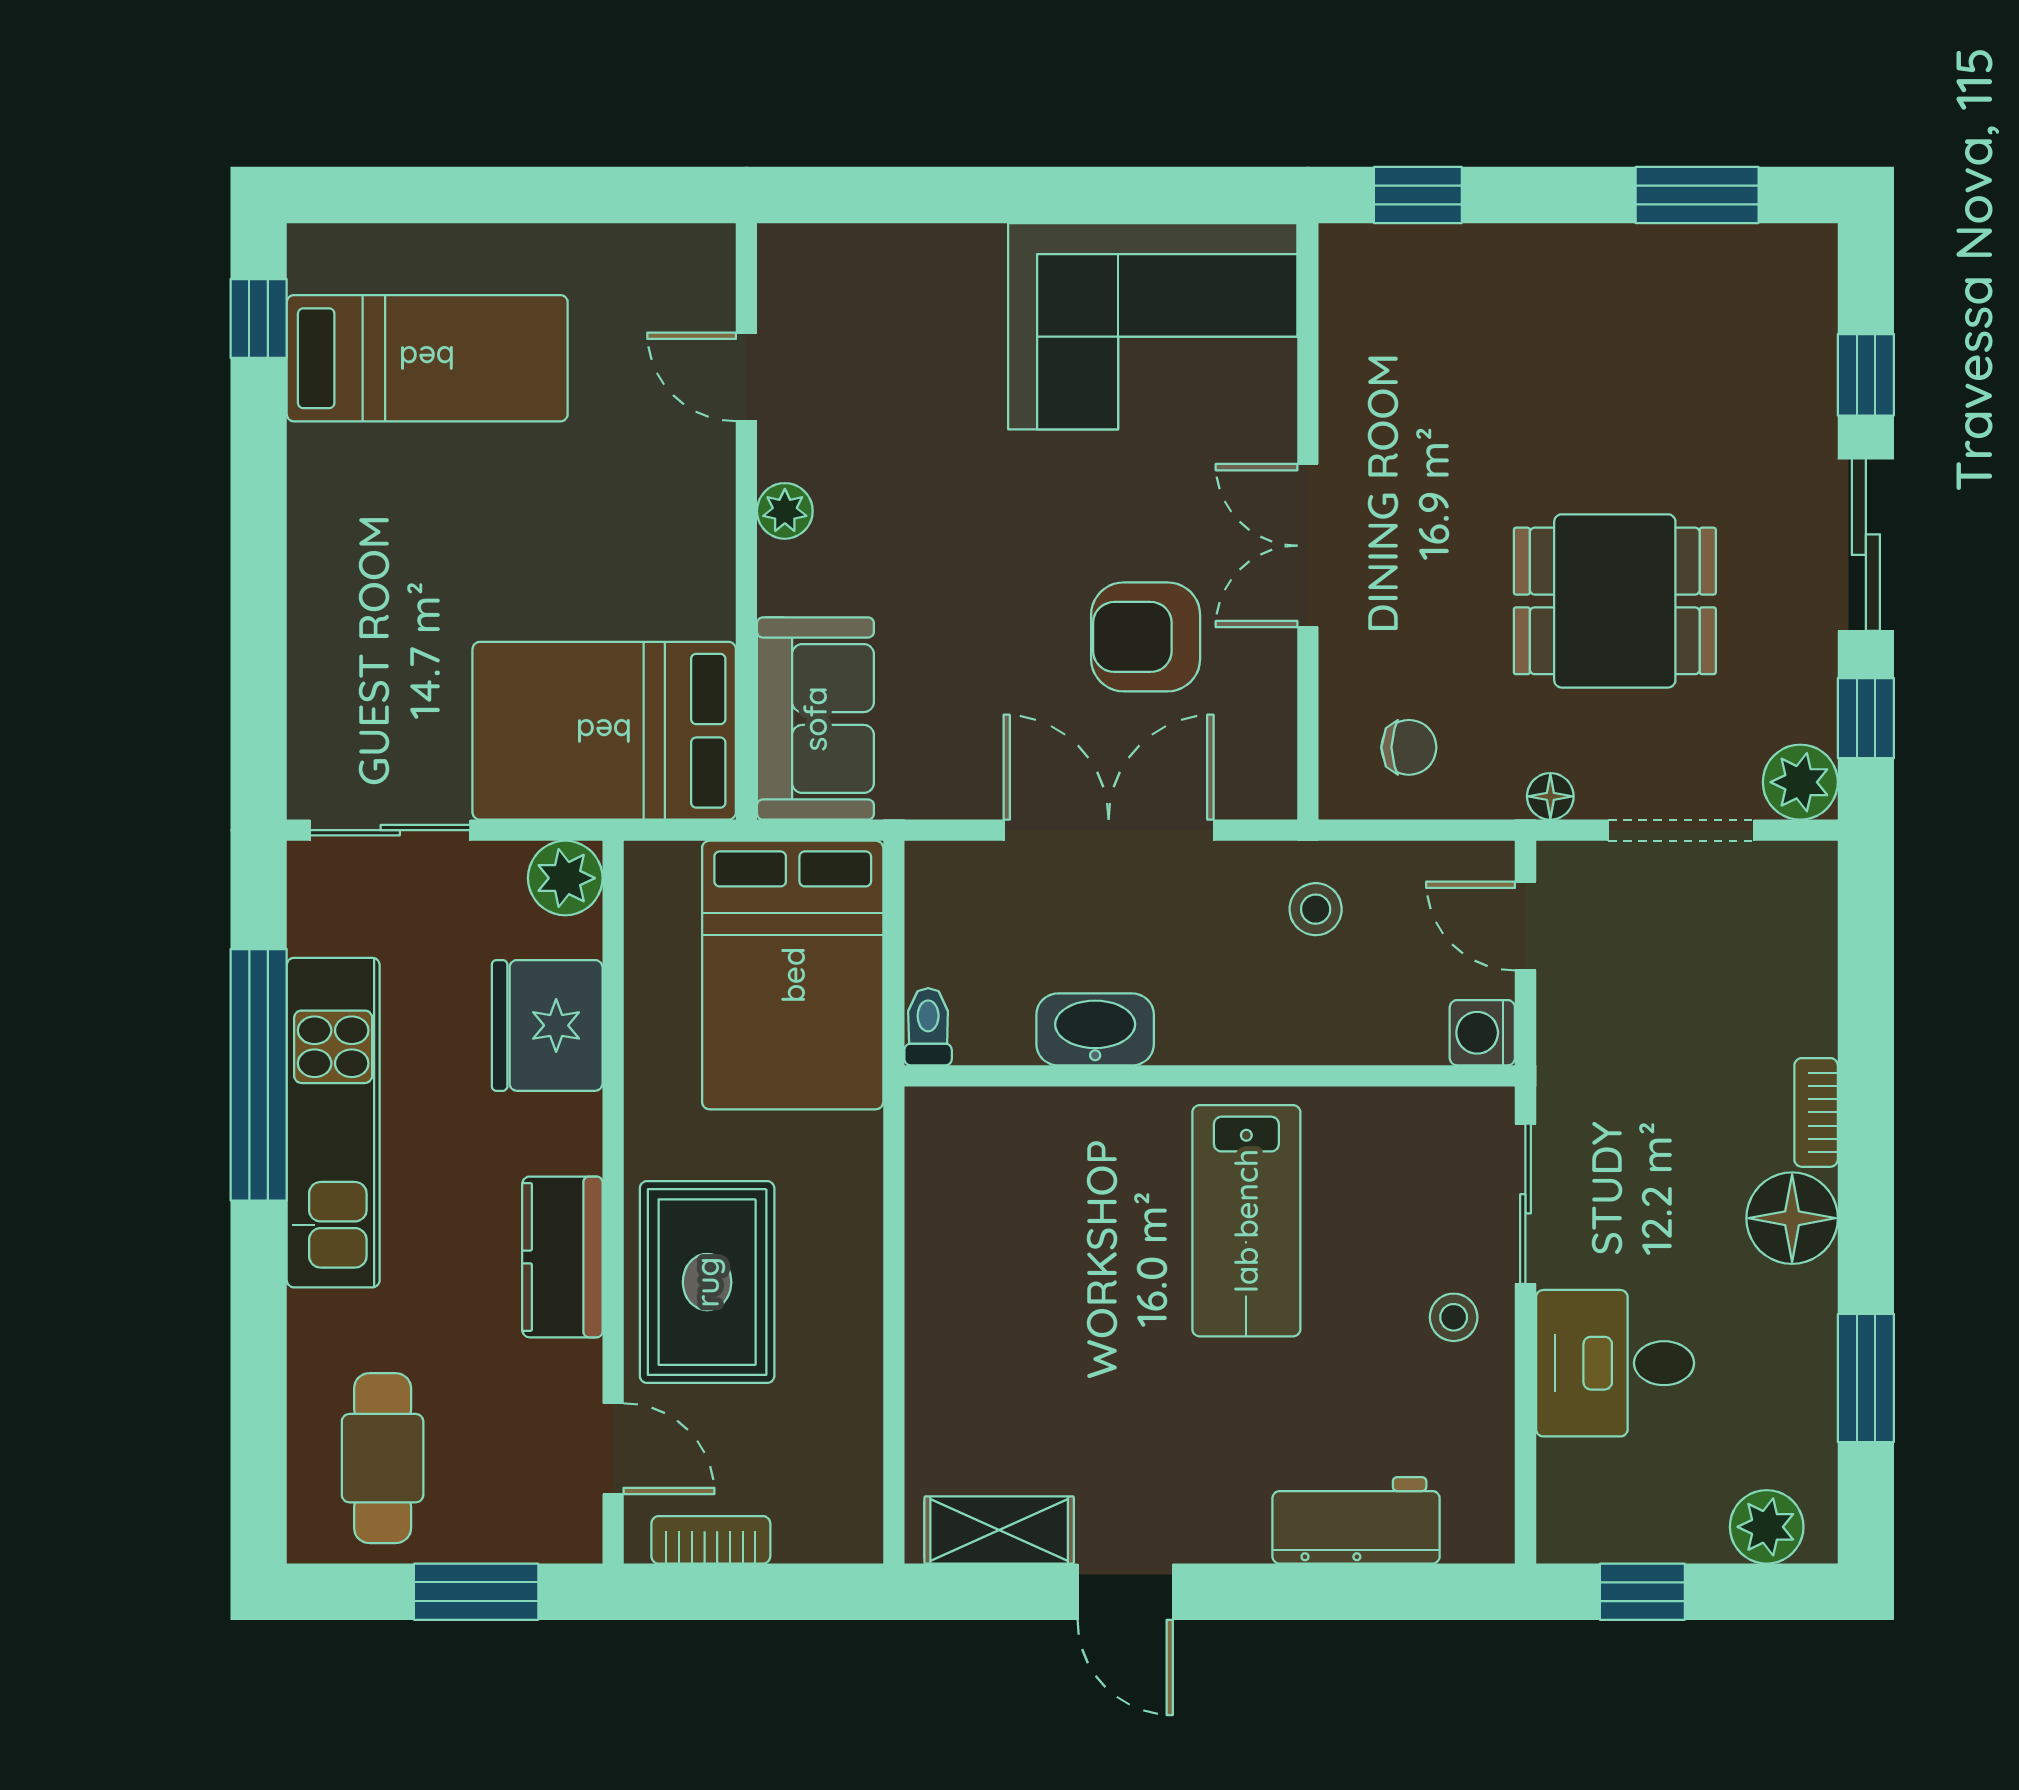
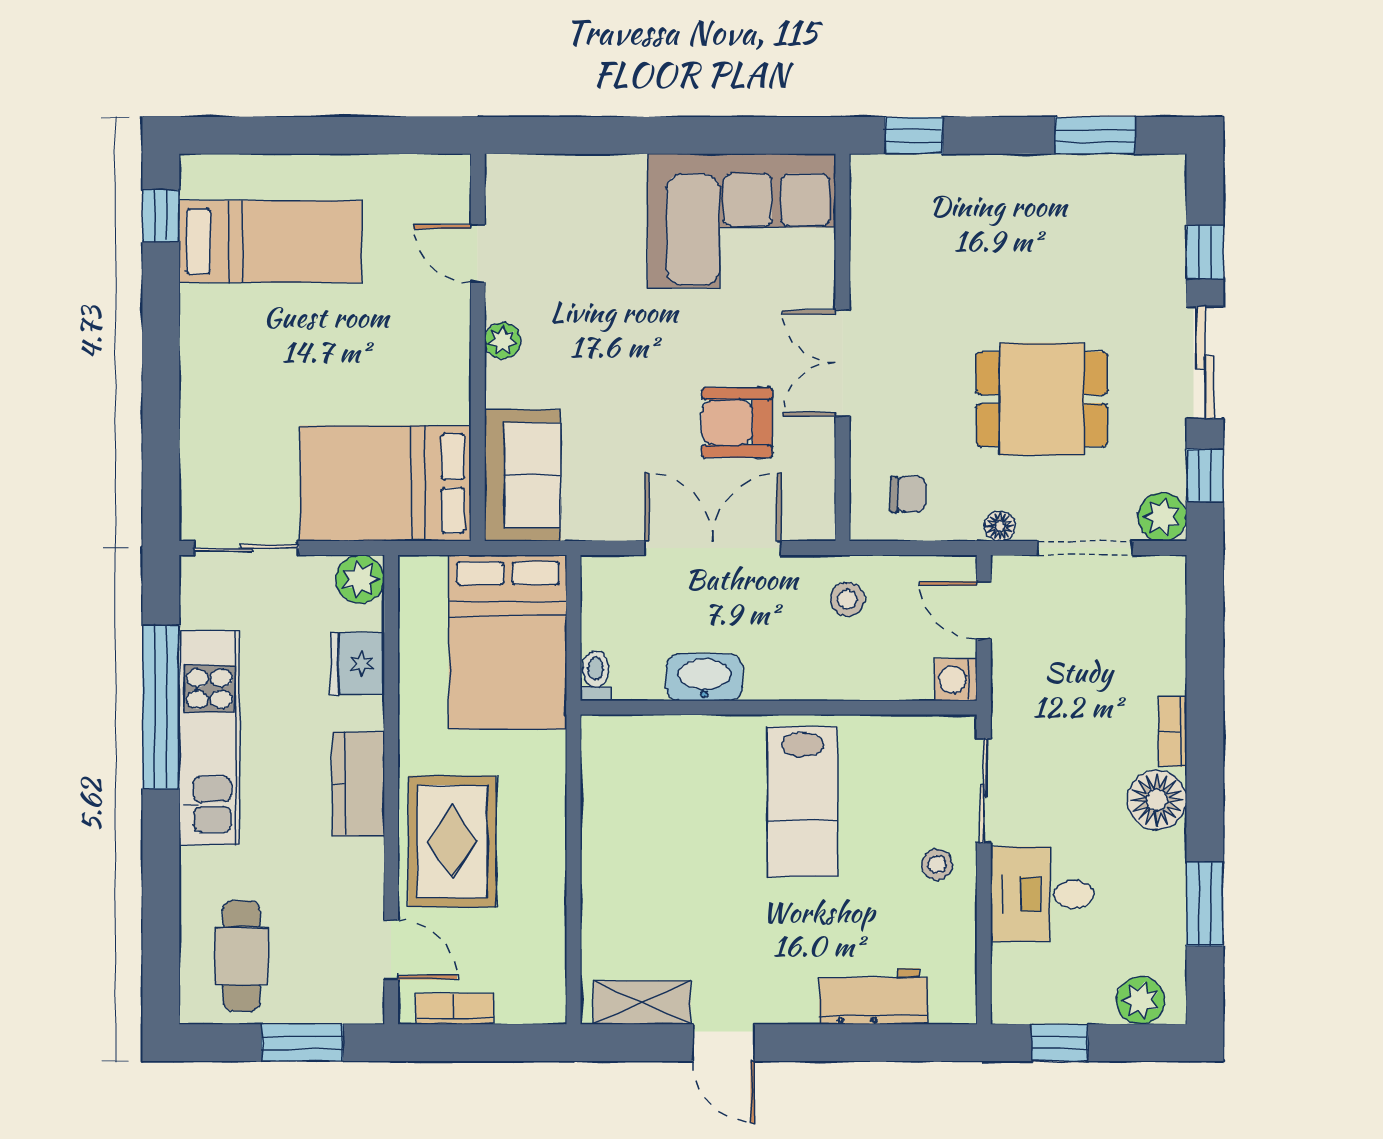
fridge: (547, 1025) -> (357, 664), width x0.73, depth x0.75
kitchen counter: (562, 1257) -> (358, 784), moved

